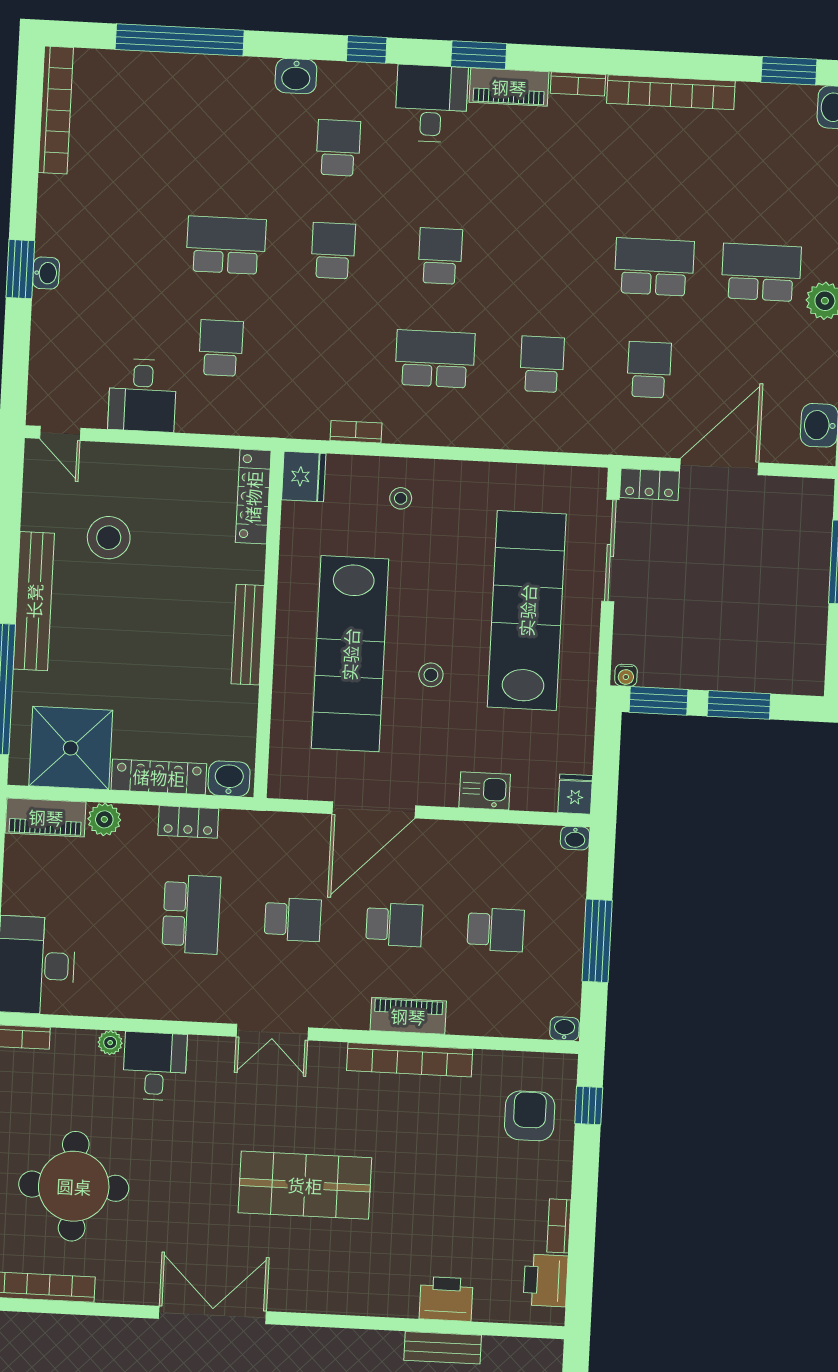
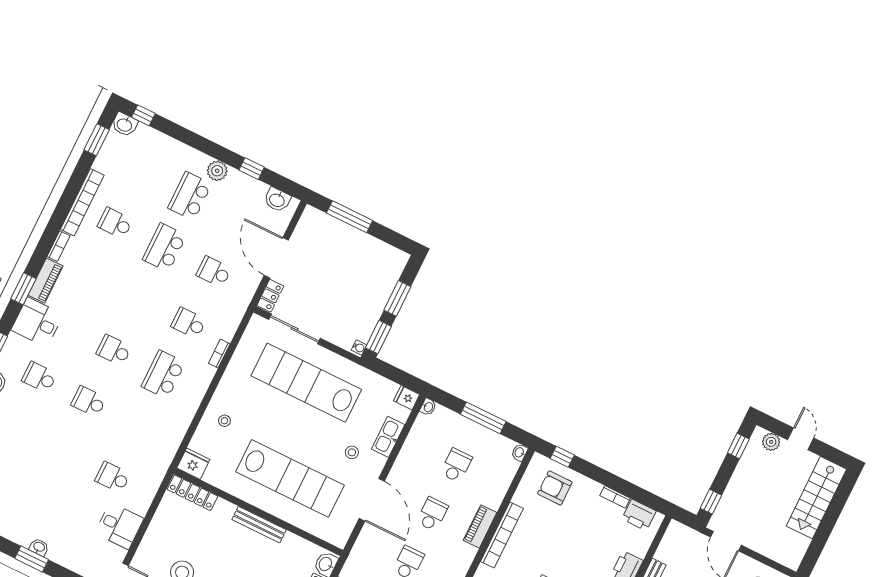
school desk: (226, 245) -> (115, 223), moved, width x0.54
bookcase: (356, 432) -> (219, 354), moved
stool: (431, 675) -> (352, 452), moved
kitchen sink: (485, 791) -> (388, 437), width x1.38

